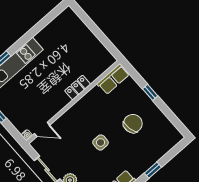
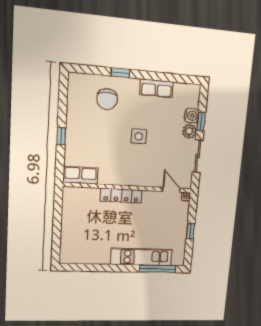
locker: (78, 88) -> (121, 196), width x1.53
chair: (133, 124) -> (107, 99), moved, turned -78

